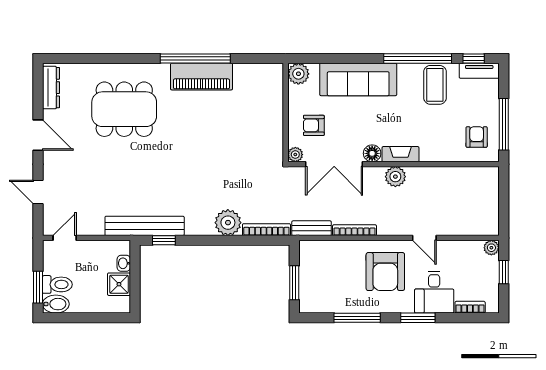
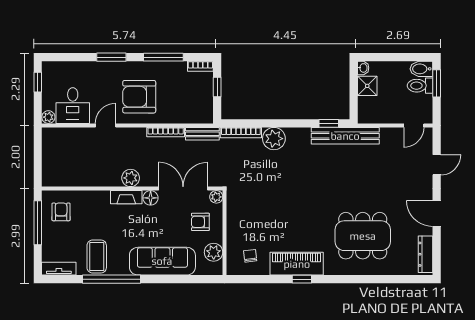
window: (195, 59) -> (302, 279), width x0.32
window: (474, 59) -> (64, 279), removed
plant: (298, 74) -> (214, 252), moved
chair: (256, 86) -> (250, 256), added
armchair: (314, 125) -> (200, 222), turned 180
armchair: (477, 137) -> (61, 212), turned 180
door: (38, 192) -> (437, 165), hinge flipped
door: (424, 238) -> (106, 125), hinge flipped
washbasin: (124, 263) -> (363, 68), moved
armchair: (385, 272) -> (139, 97), turned -90
window: (504, 272) -> (38, 82), moved
window: (294, 283) -> (217, 87), width x0.67
desk: (434, 292) -> (73, 106), moved, turned 180
bookcase: (470, 307) -> (200, 66), moved

